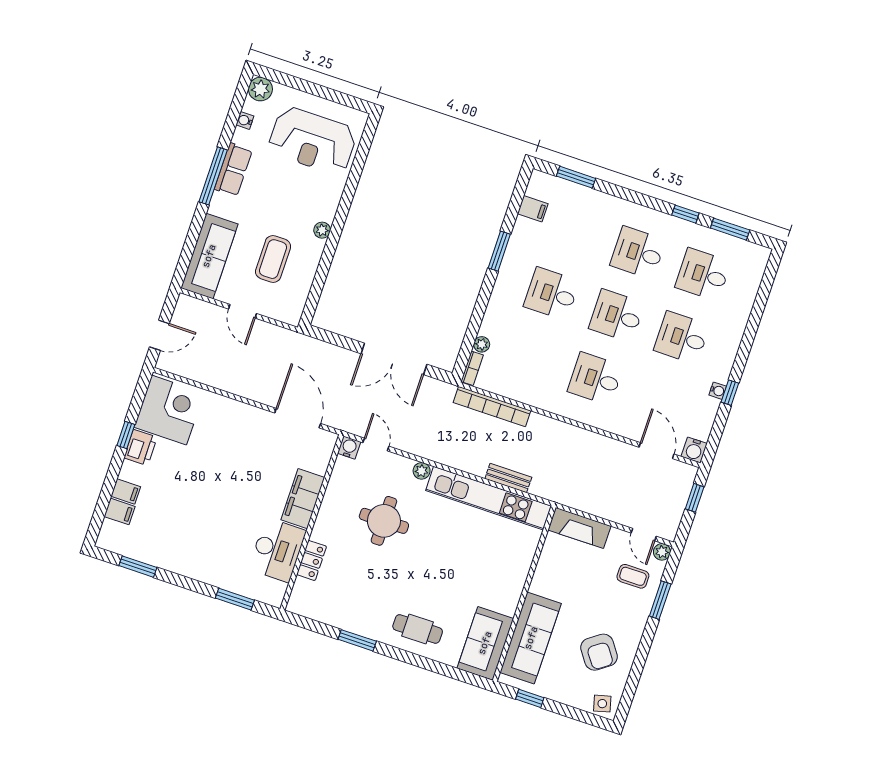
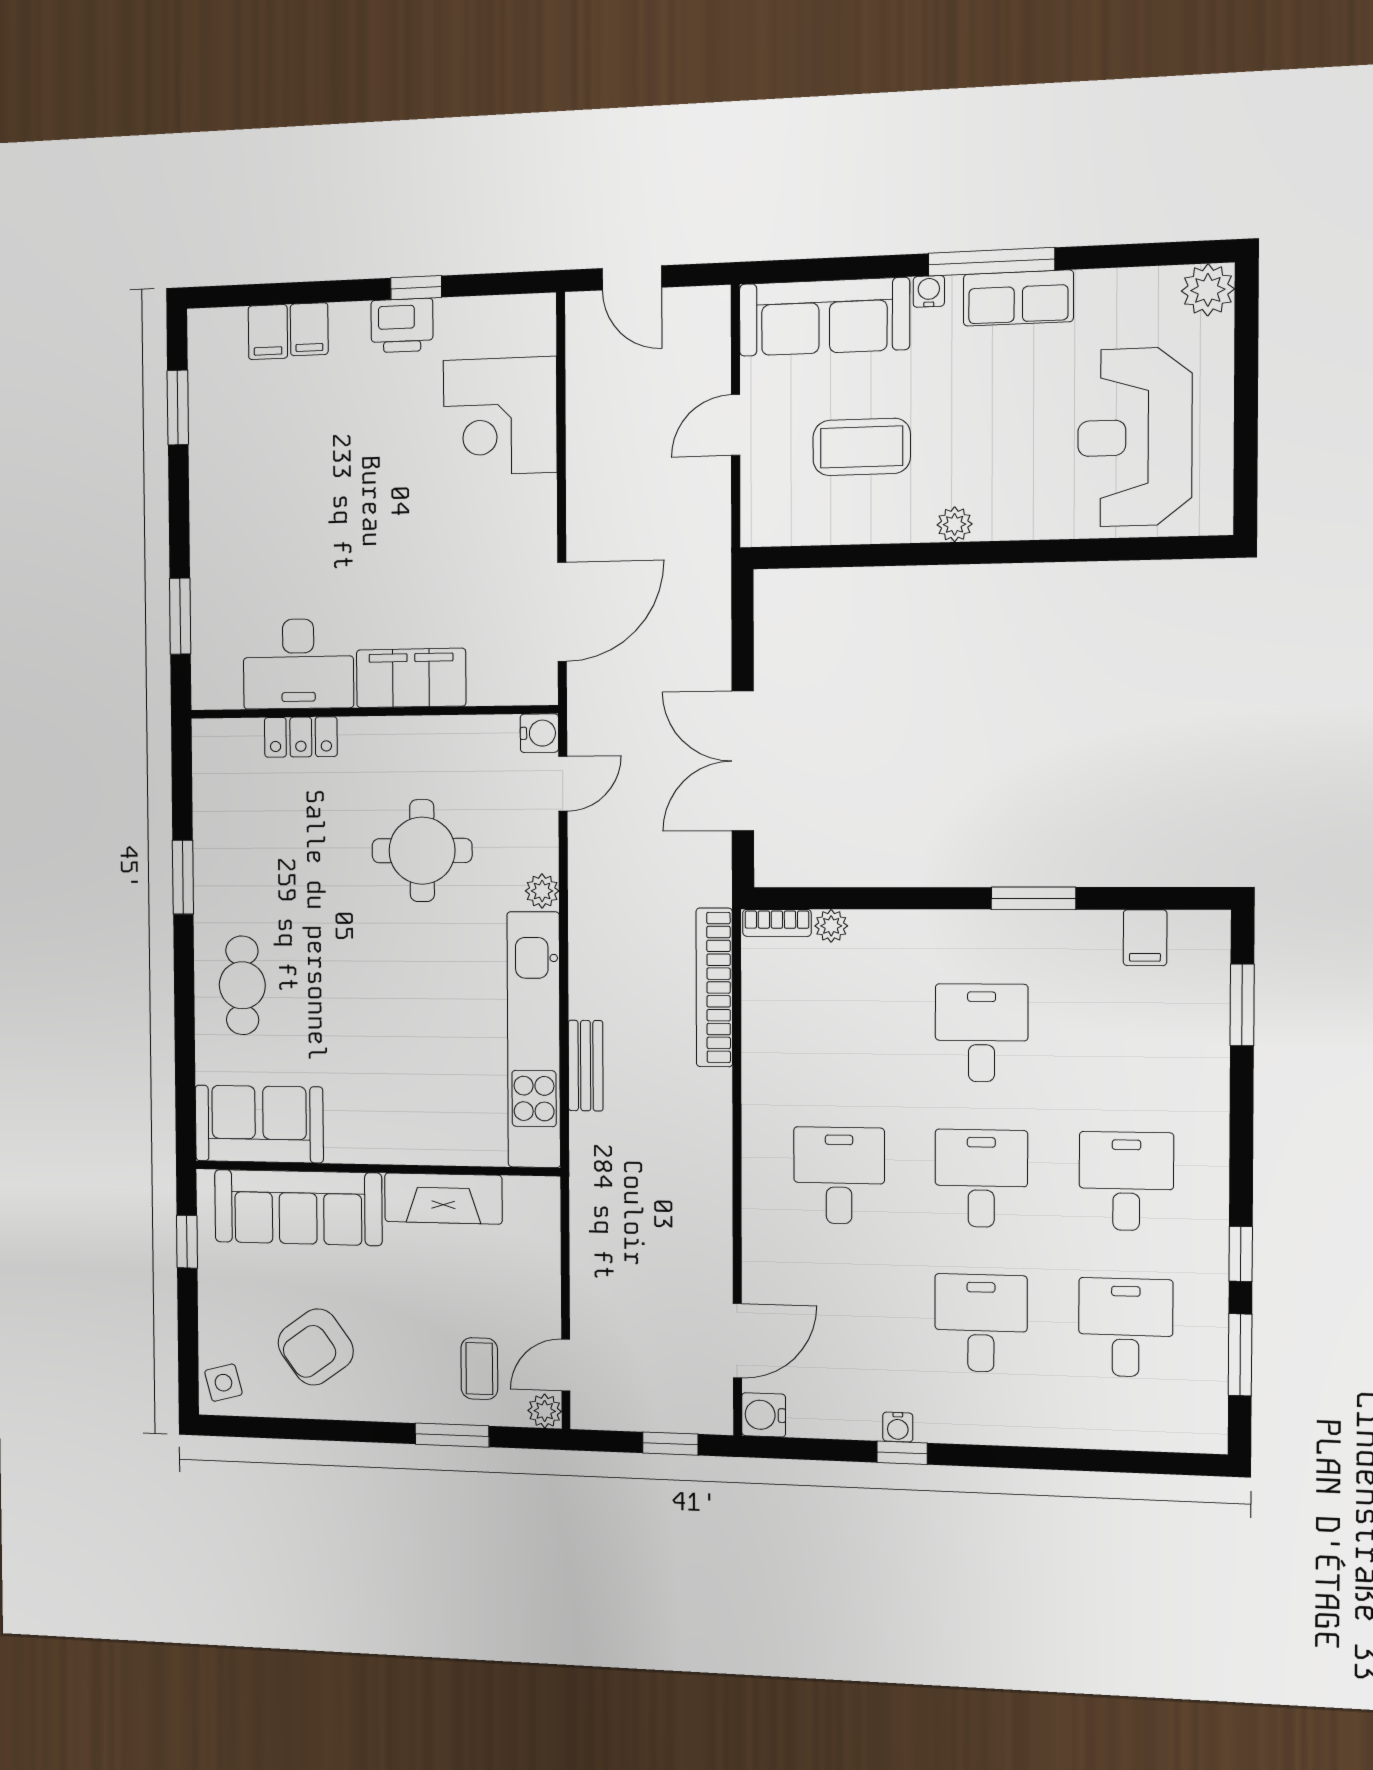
water cooler: (245, 120) -> (929, 291), moved
corner desk: (169, 410) -> (500, 416), moved, turned 90
fireplace: (579, 528) -> (443, 1199), moved, turned -90

